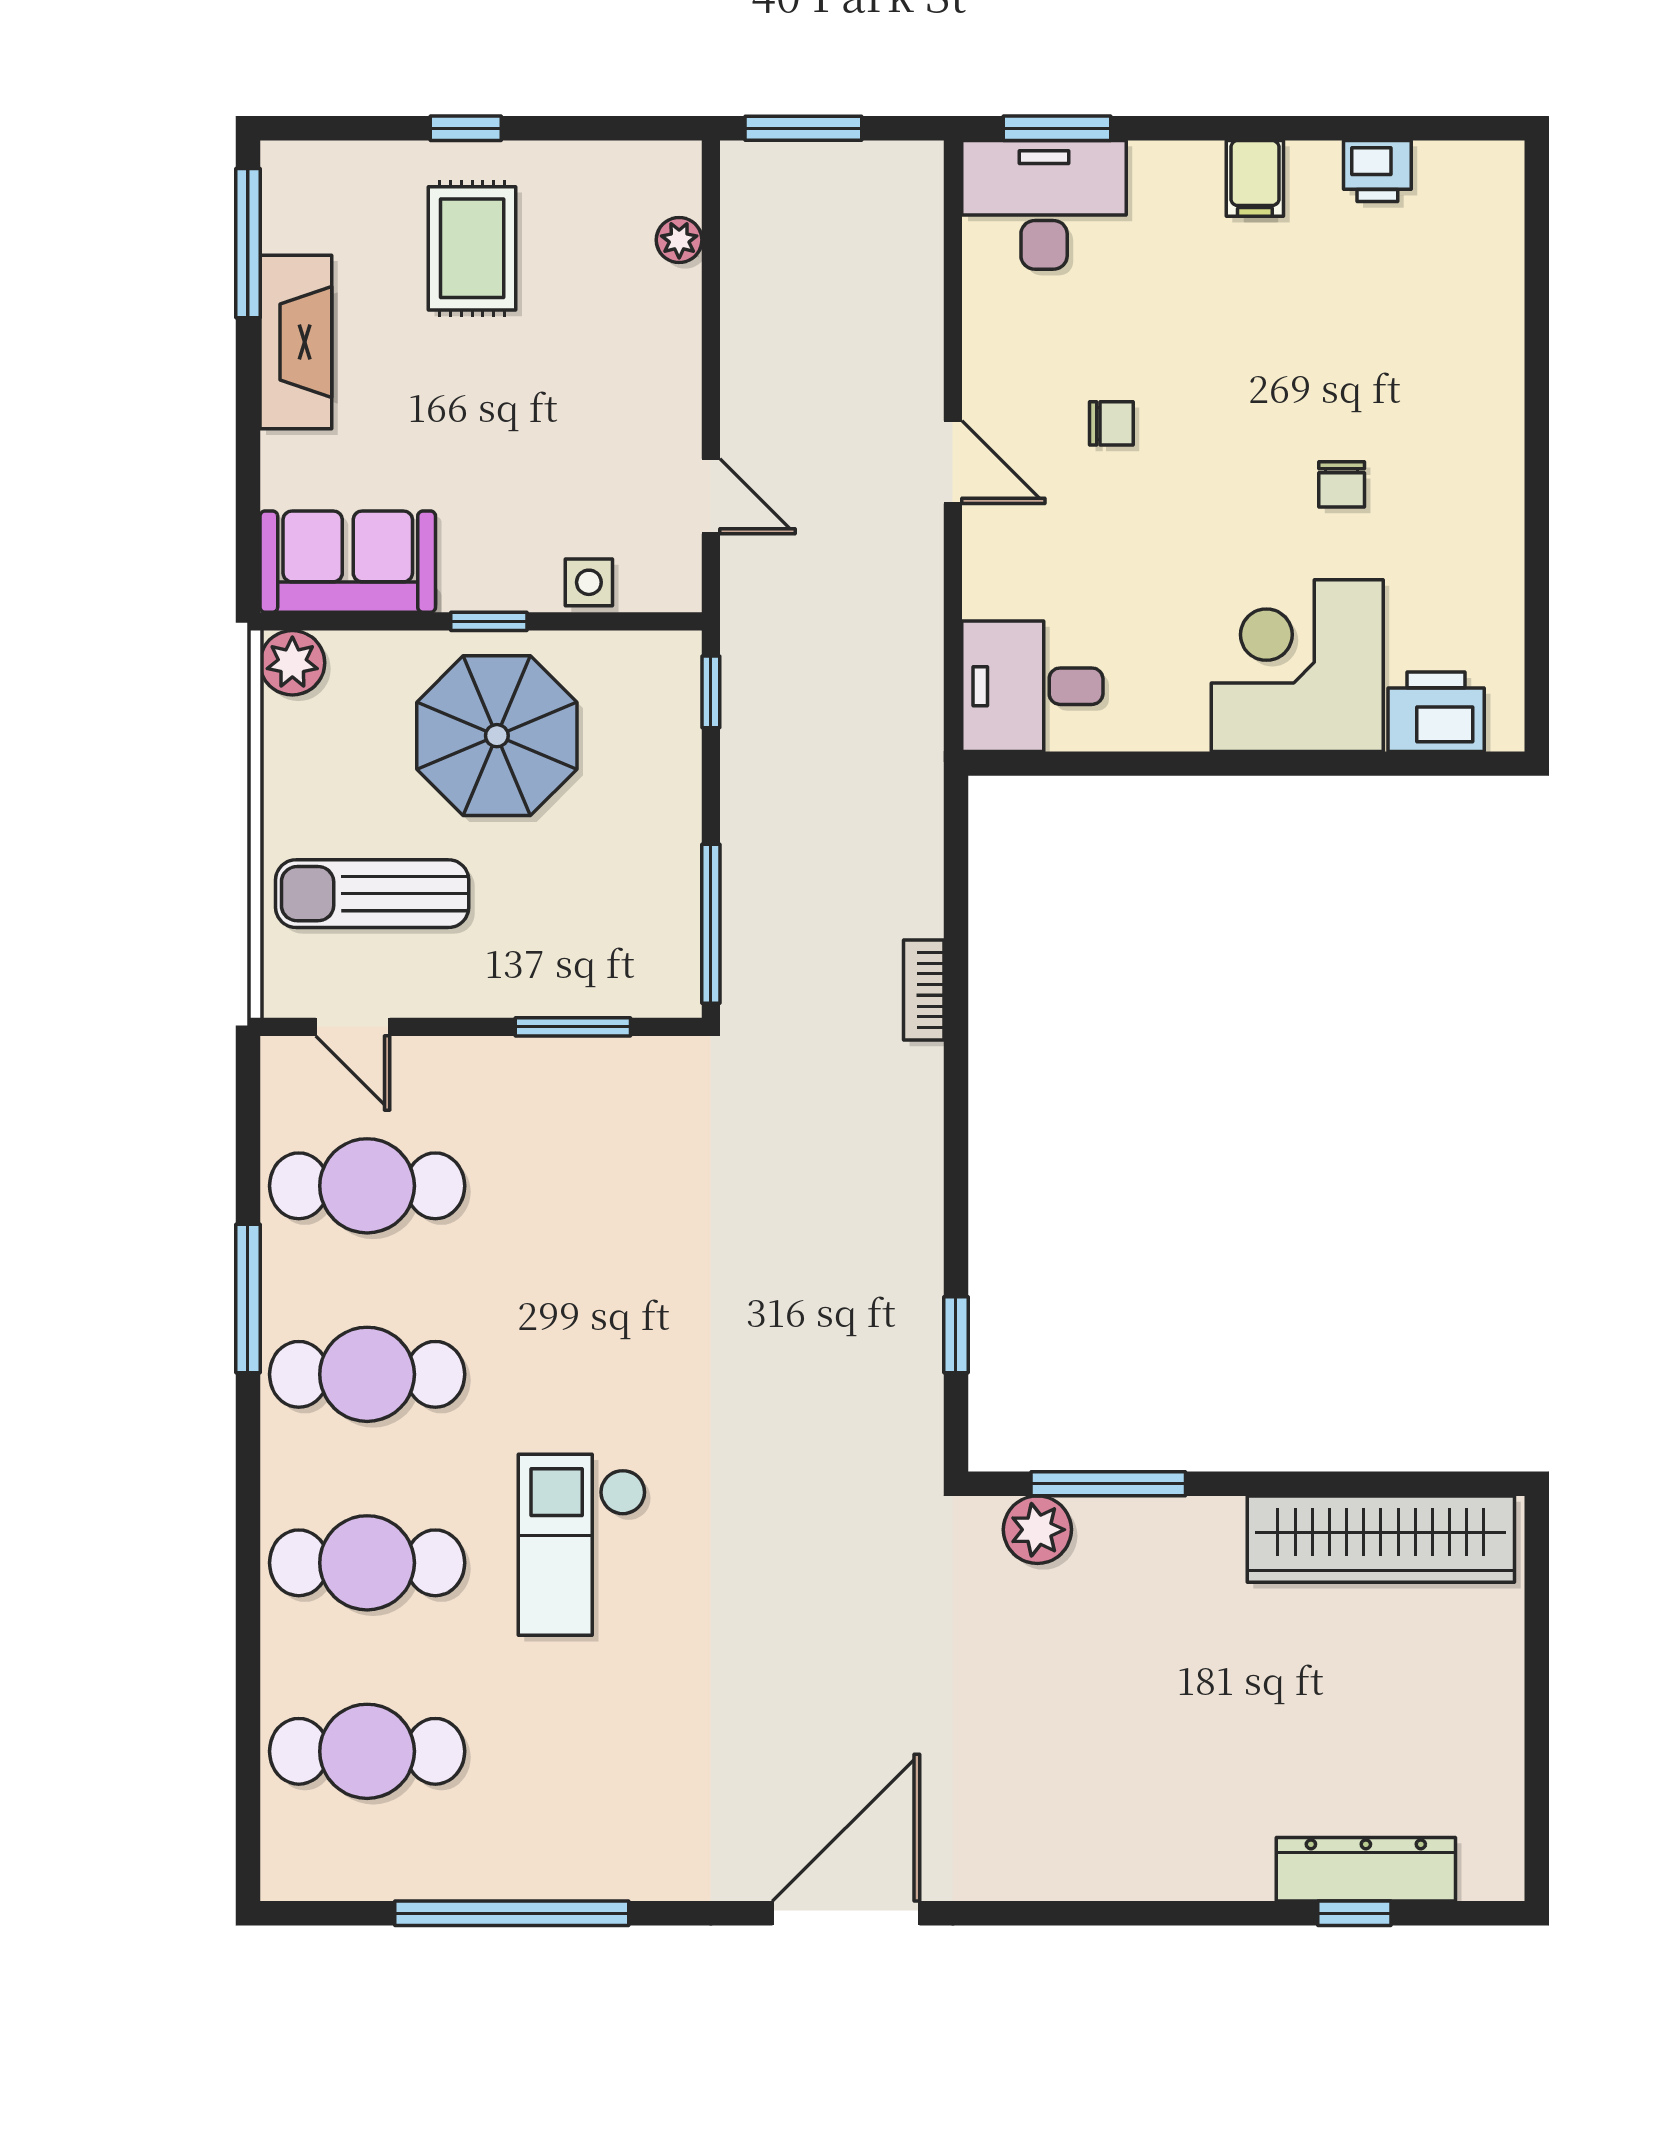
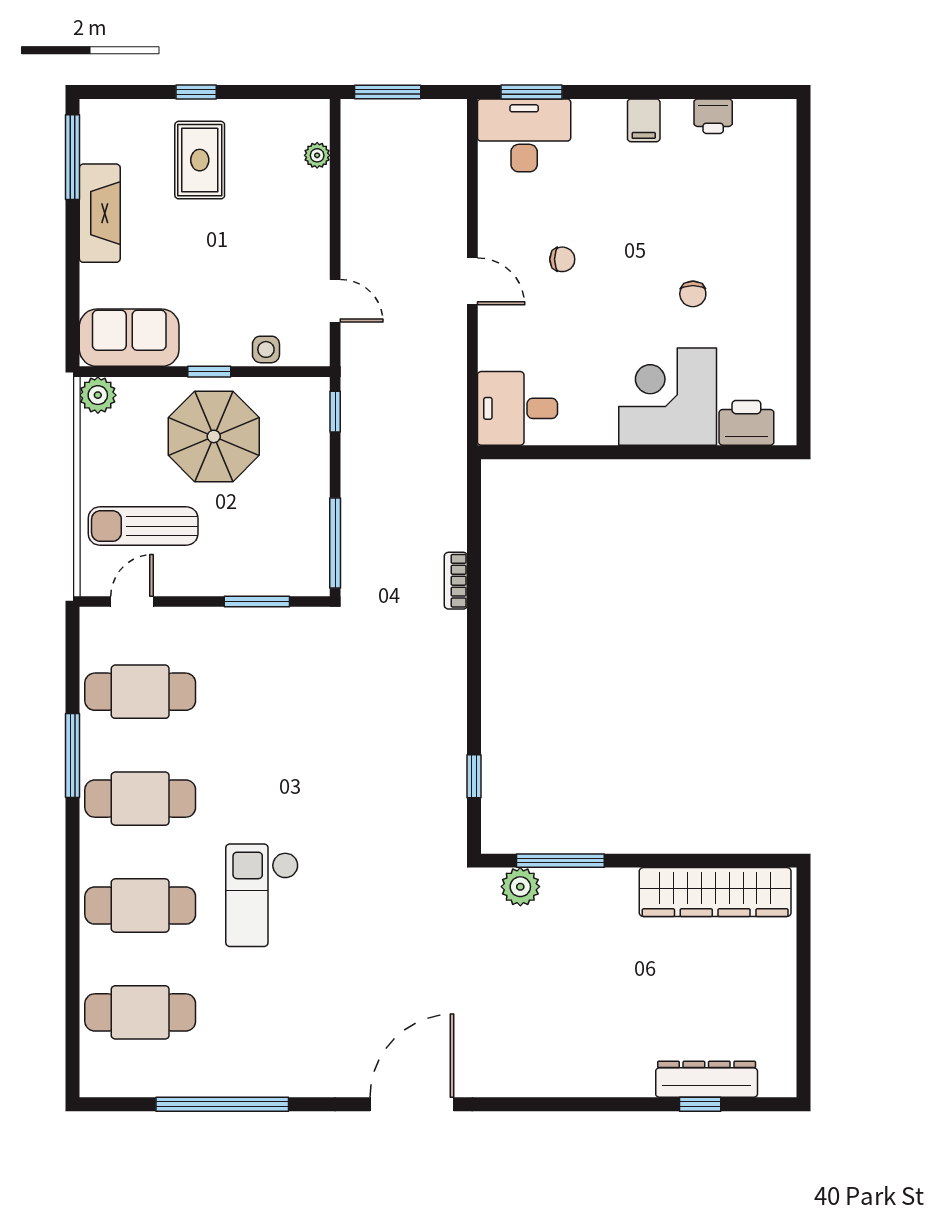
door: (353, 1027) -> (132, 602), swing flipped

